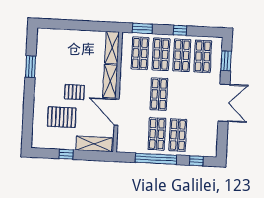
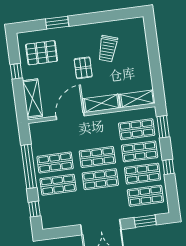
trolley: (61, 66) -> (108, 49), added
window: (31, 67) -> (57, 23), moved
shop shelf: (180, 95) -> (100, 179), added
pallet: (62, 117) -> (42, 53), moved, turned 90

